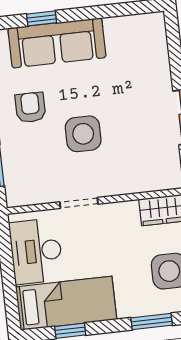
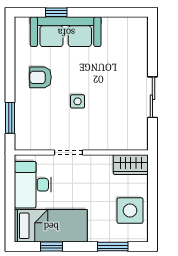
armchair: (30, 107) -> (41, 77), turned -90
side table: (83, 134) -> (78, 101), width x0.54, depth x0.54

